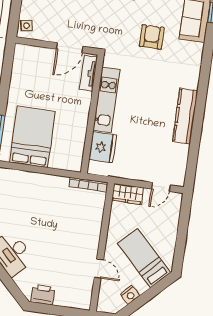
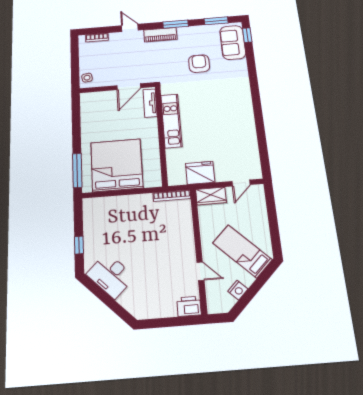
kitchen counter: (185, 116) -> (246, 119), removed
bed: (32, 137) -> (117, 165), width x1.36
fridge: (103, 147) -> (200, 173), moved, turned -90
printer: (43, 295) -> (189, 306), moved

